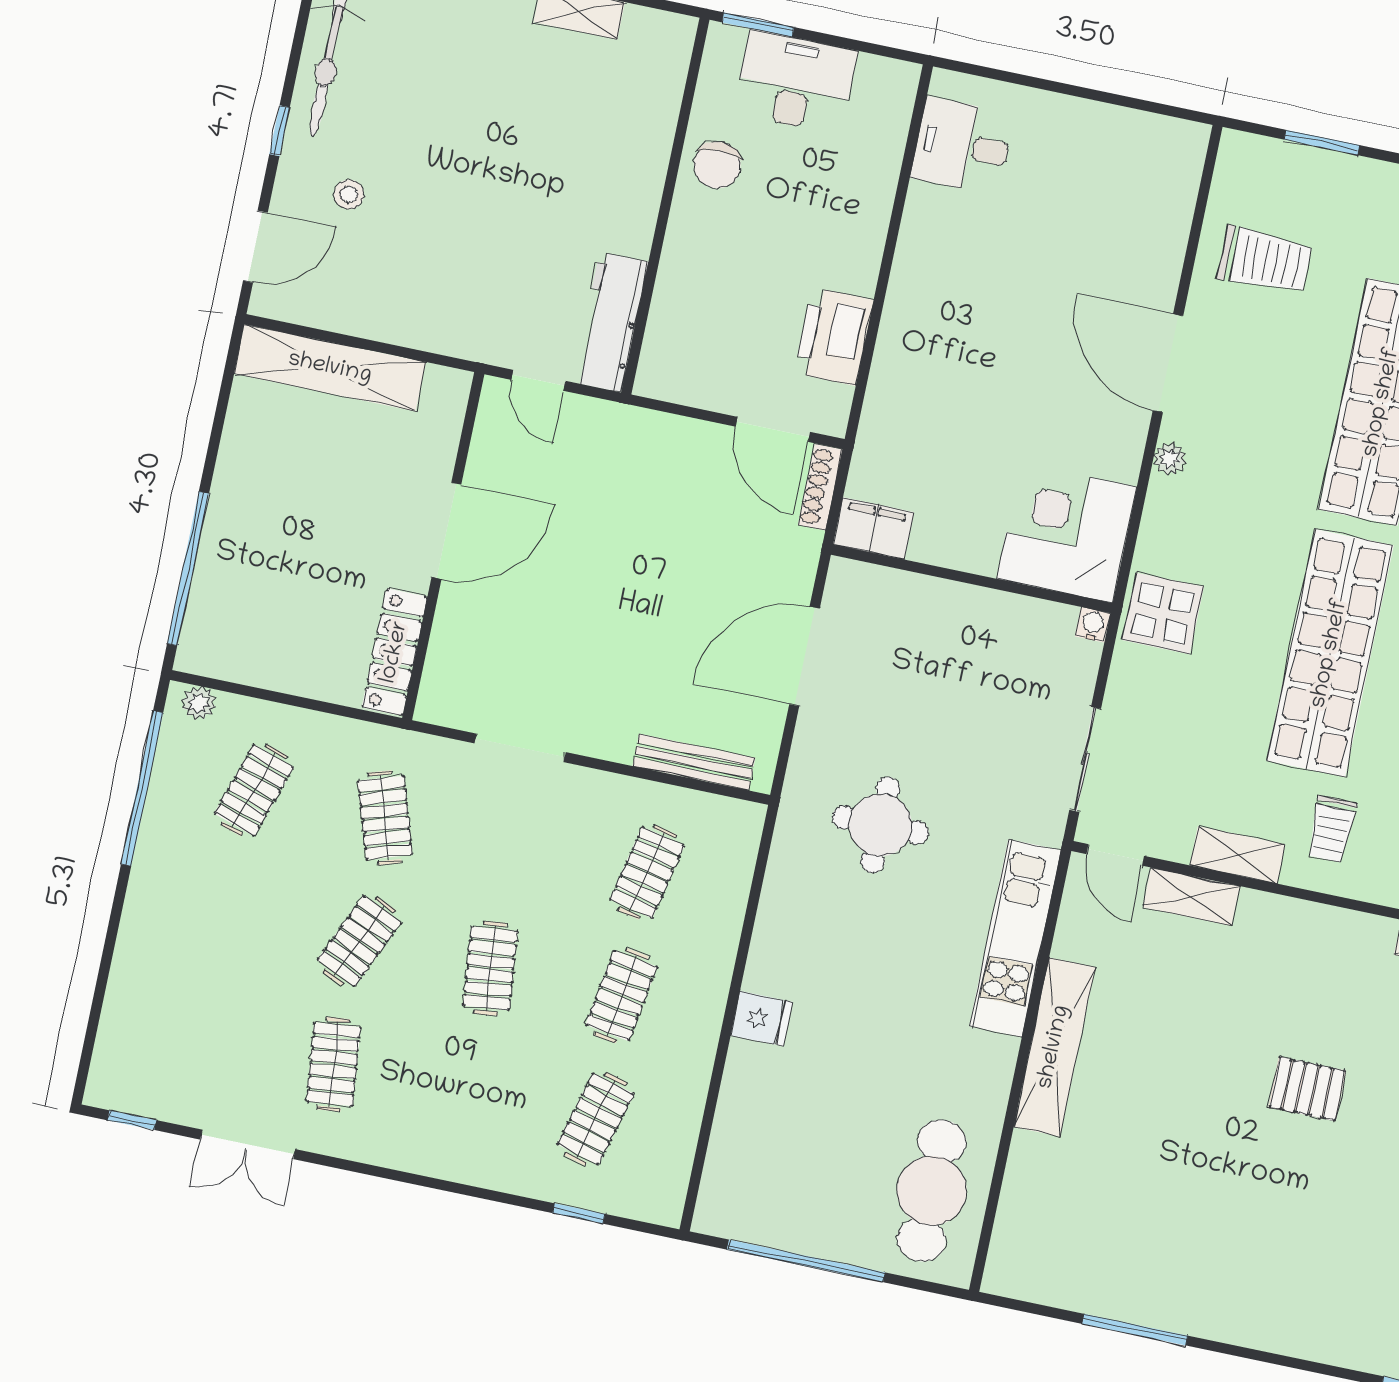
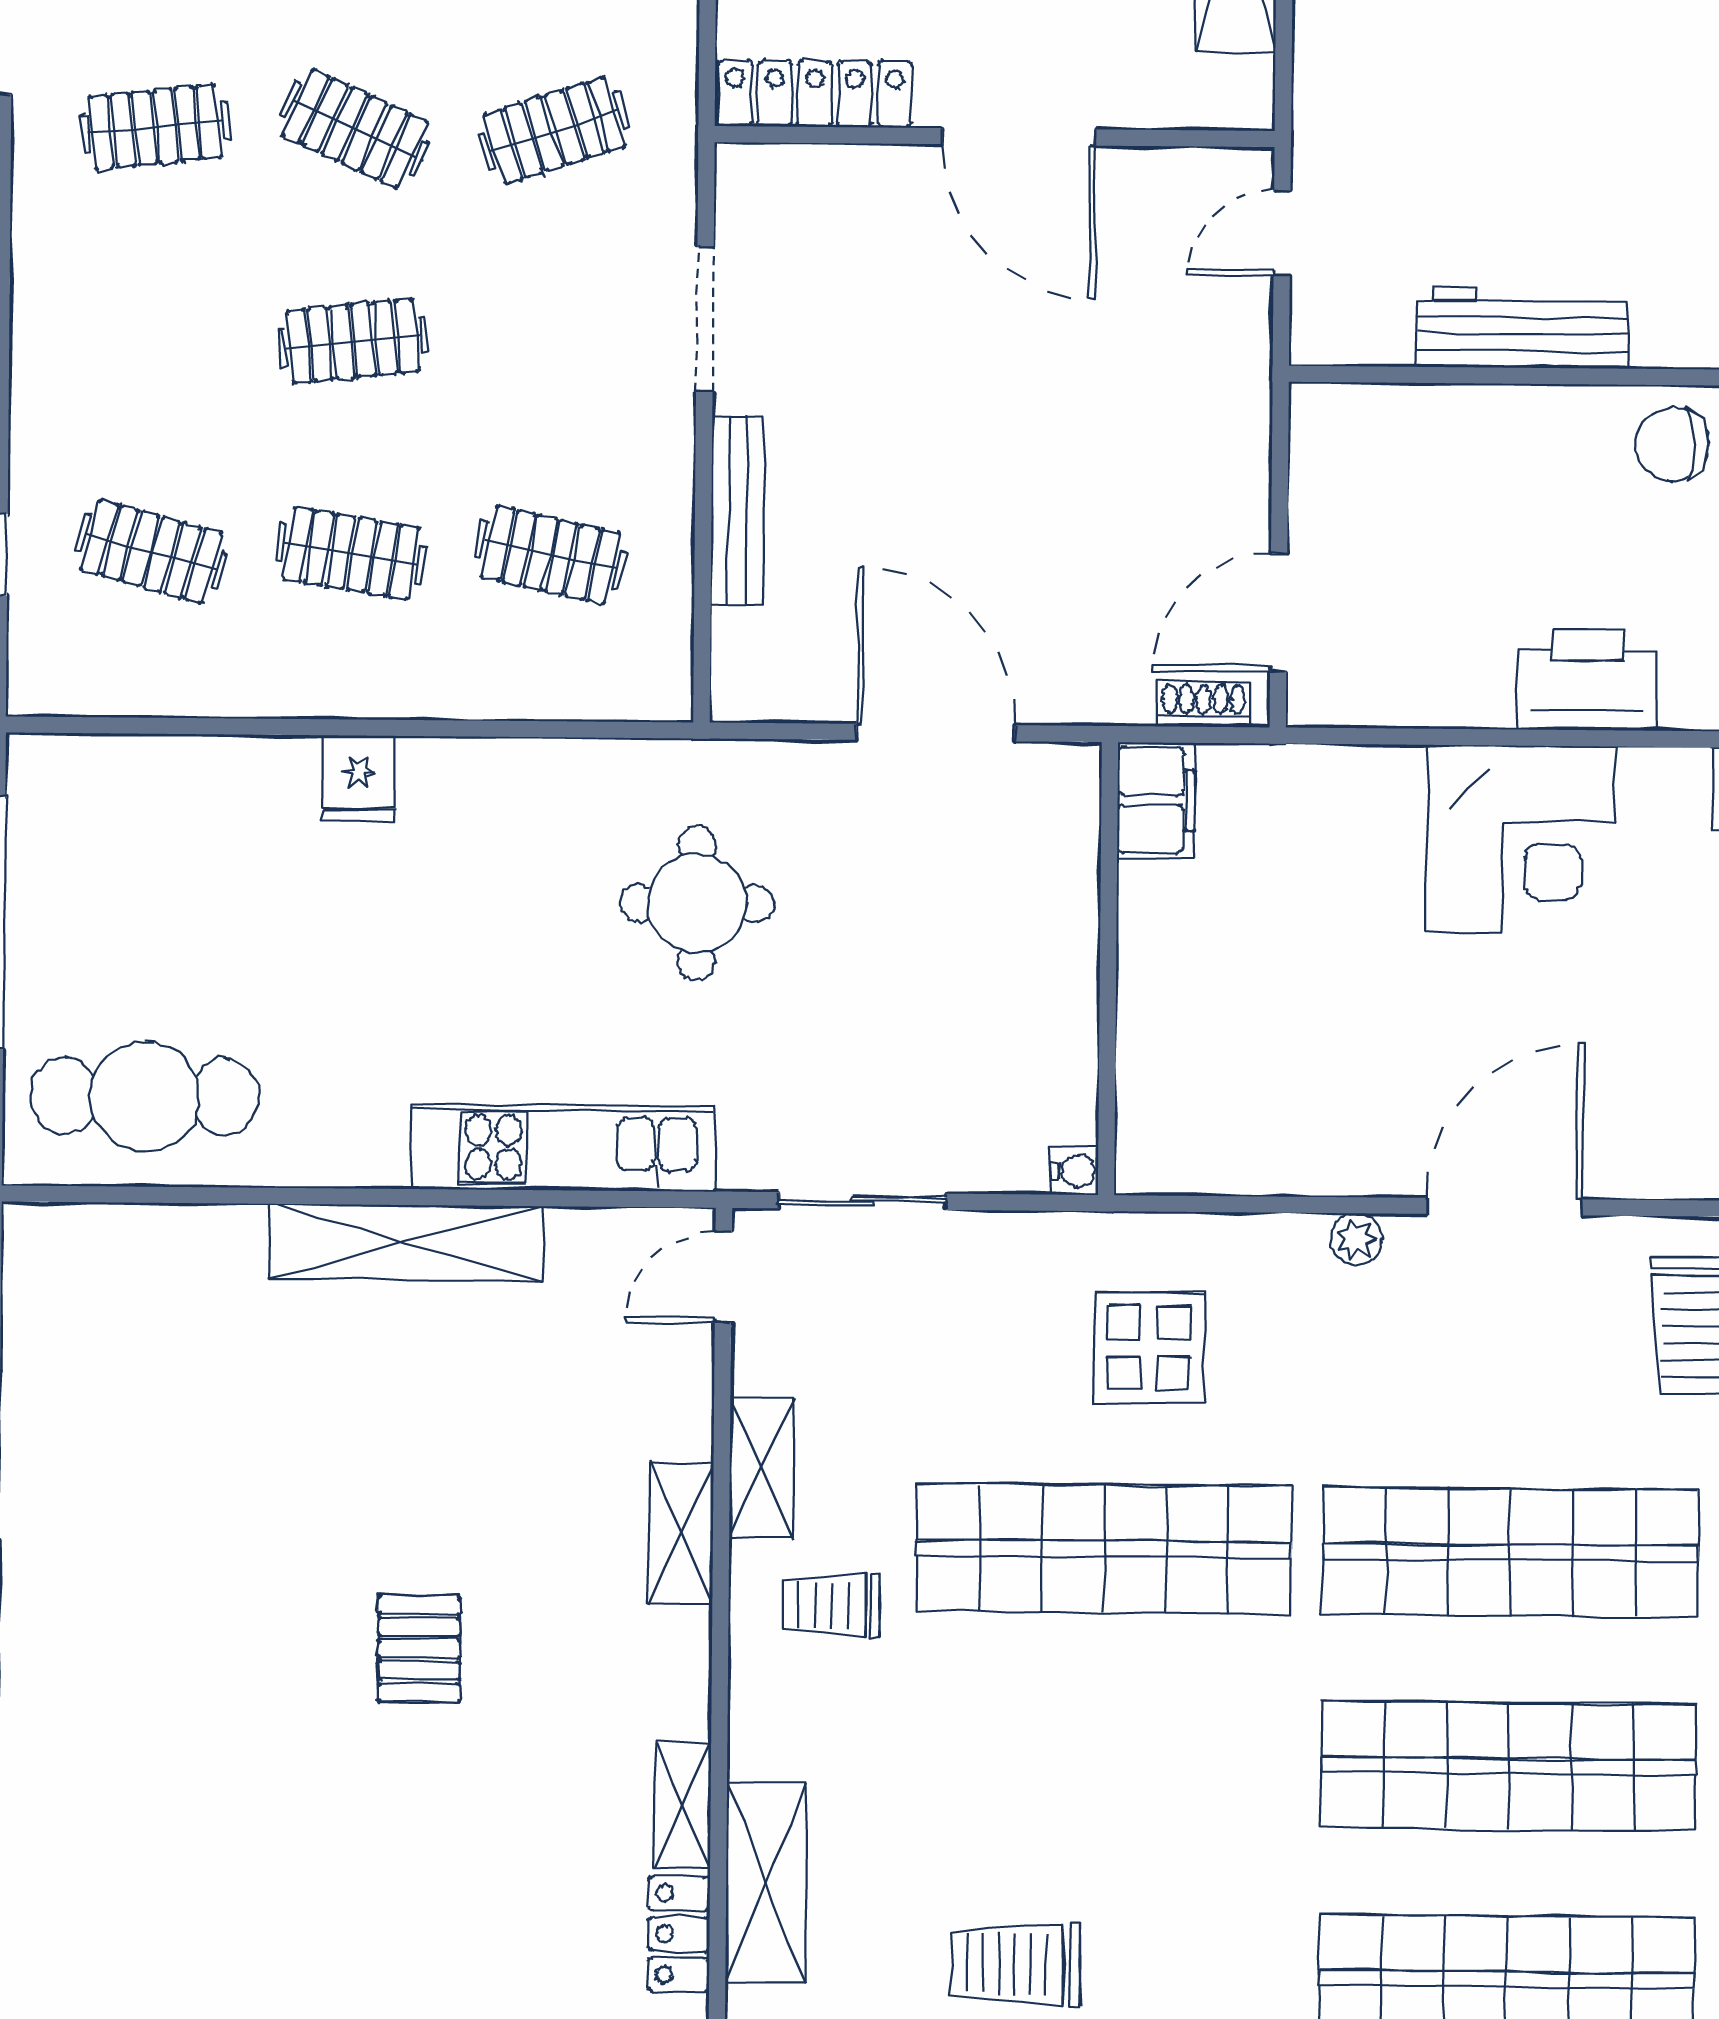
workbench: (610, 322) -> (1522, 328), moved
printer: (834, 337) -> (1587, 680), moved
shoe rack: (820, 487) -> (1204, 704), width x0.70
corner desk: (1067, 533) -> (1521, 840), moved, turned 90
display table: (1163, 613) -> (1149, 1348), moved
bench: (694, 762) -> (738, 511), moved
shelving: (1191, 897) -> (681, 1532), moved

